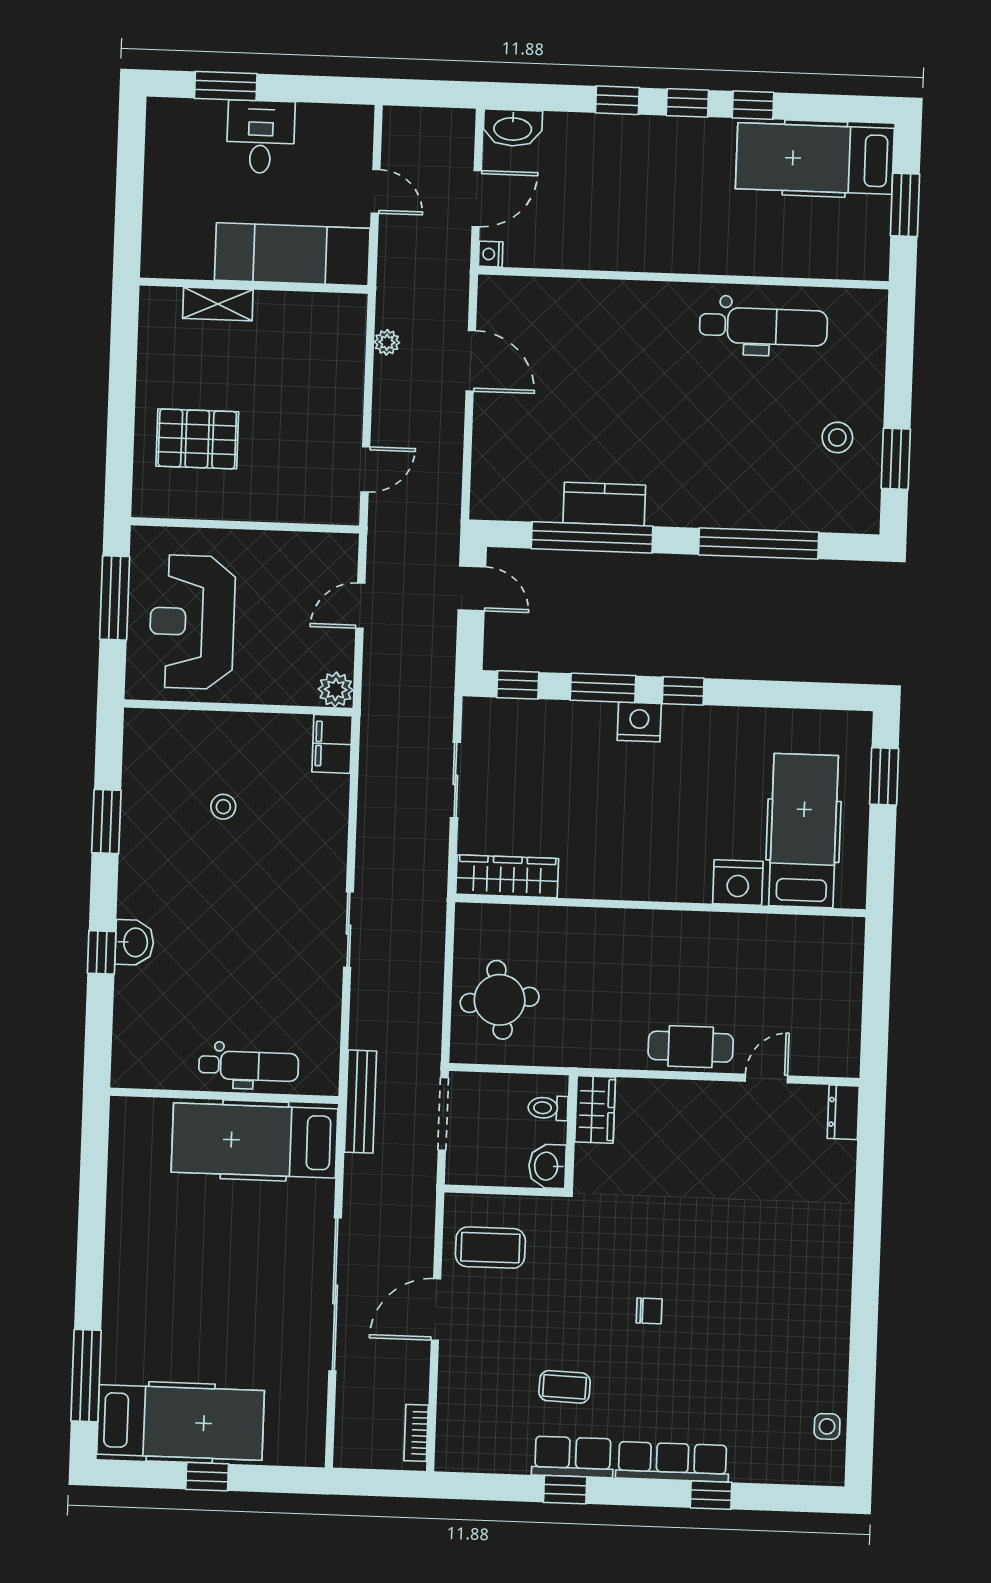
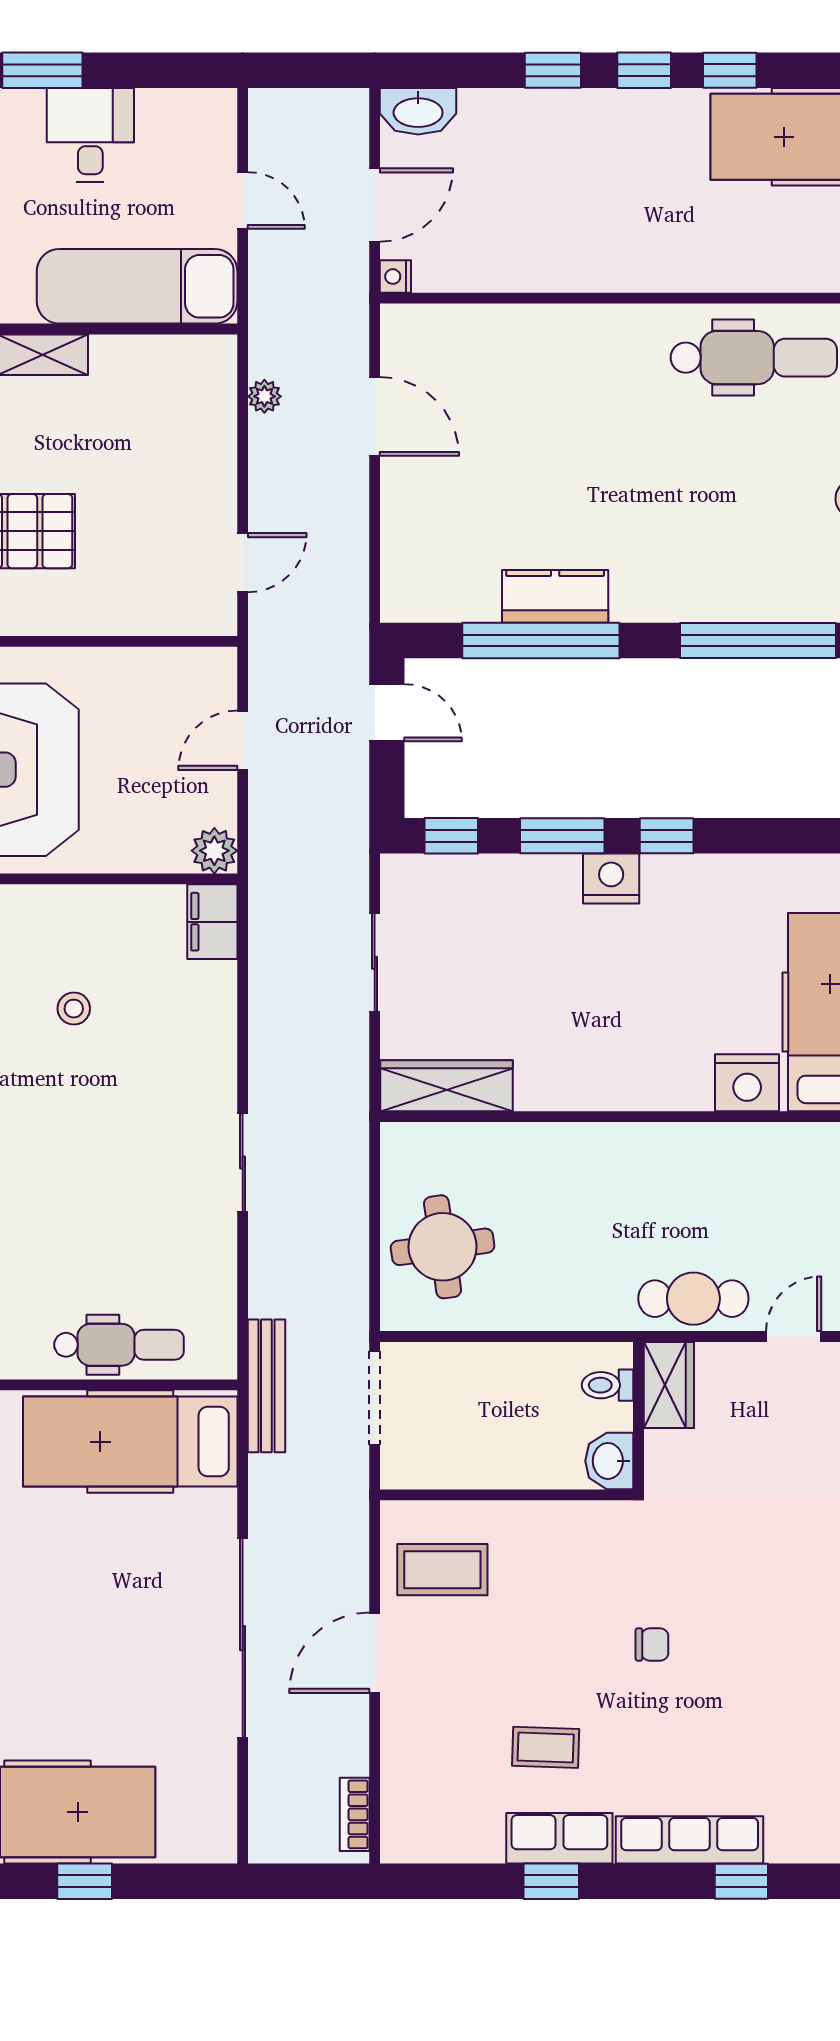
toilet: (548, 1108) -> (608, 1385), moved
wardrobe: (595, 1110) -> (669, 1385), moved
wall: (571, 1132) -> (639, 1416), moved
washbasin: (547, 1166) -> (609, 1461), moved

